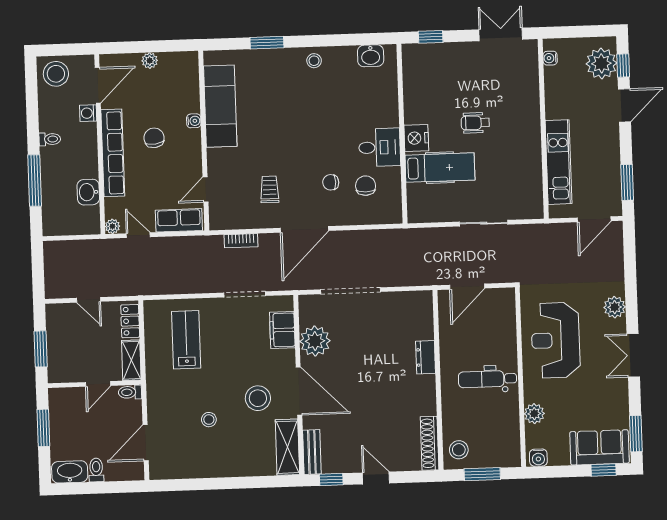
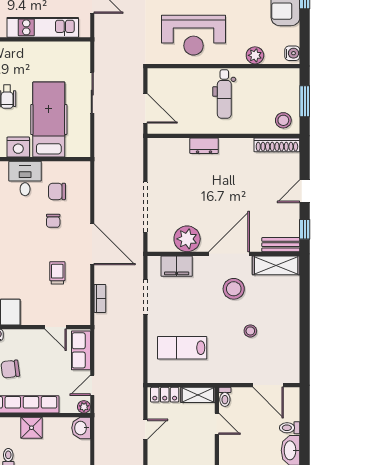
shower: (86, 165) -> (31, 428), added
hospital bed: (440, 168) -> (49, 120), width x1.37, depth x1.29
trolley: (270, 189) -> (57, 273), turned 90
washbasin: (88, 192) -> (81, 428), moved, turned 90

